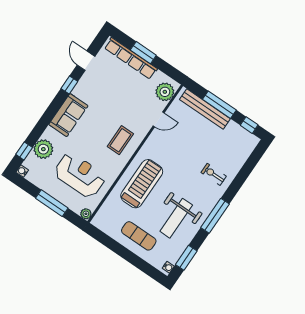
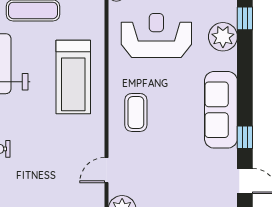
sofa: (68, 115) -> (221, 110), width x1.36
reception desk: (80, 175) -> (156, 35), turned 180

